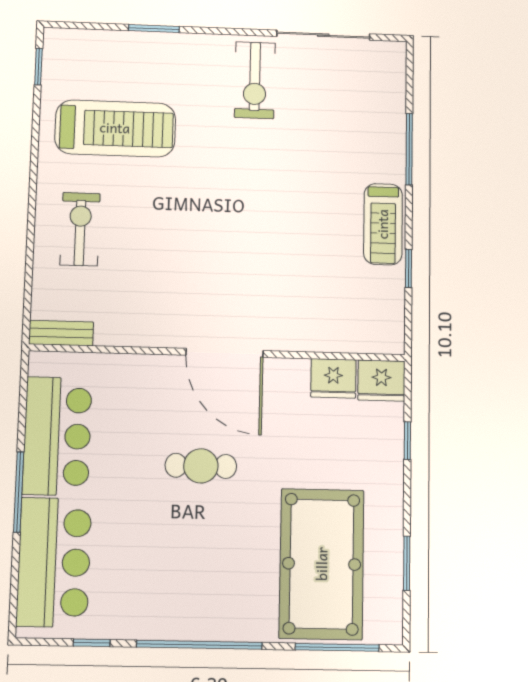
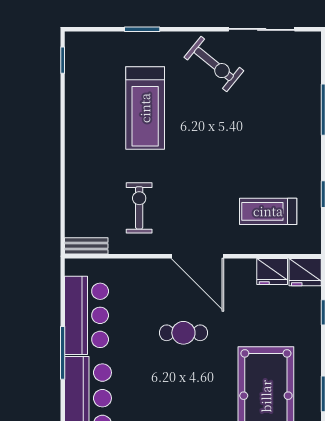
exercise bike: (255, 80) -> (214, 64), turned -51
treadmill: (115, 128) -> (145, 108), moved, turned 90
treadmill: (383, 224) -> (268, 211), moved, turned 90
exercise bike: (80, 229) -> (139, 208), moved

